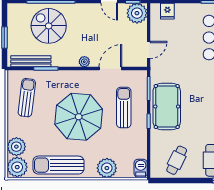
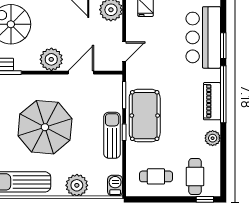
plant: (84, 62) -> (51, 59), width x1.87, depth x1.87
sun lounger: (124, 108) -> (112, 135), moved
cafe table: (177, 160) -> (156, 176), turned 64

